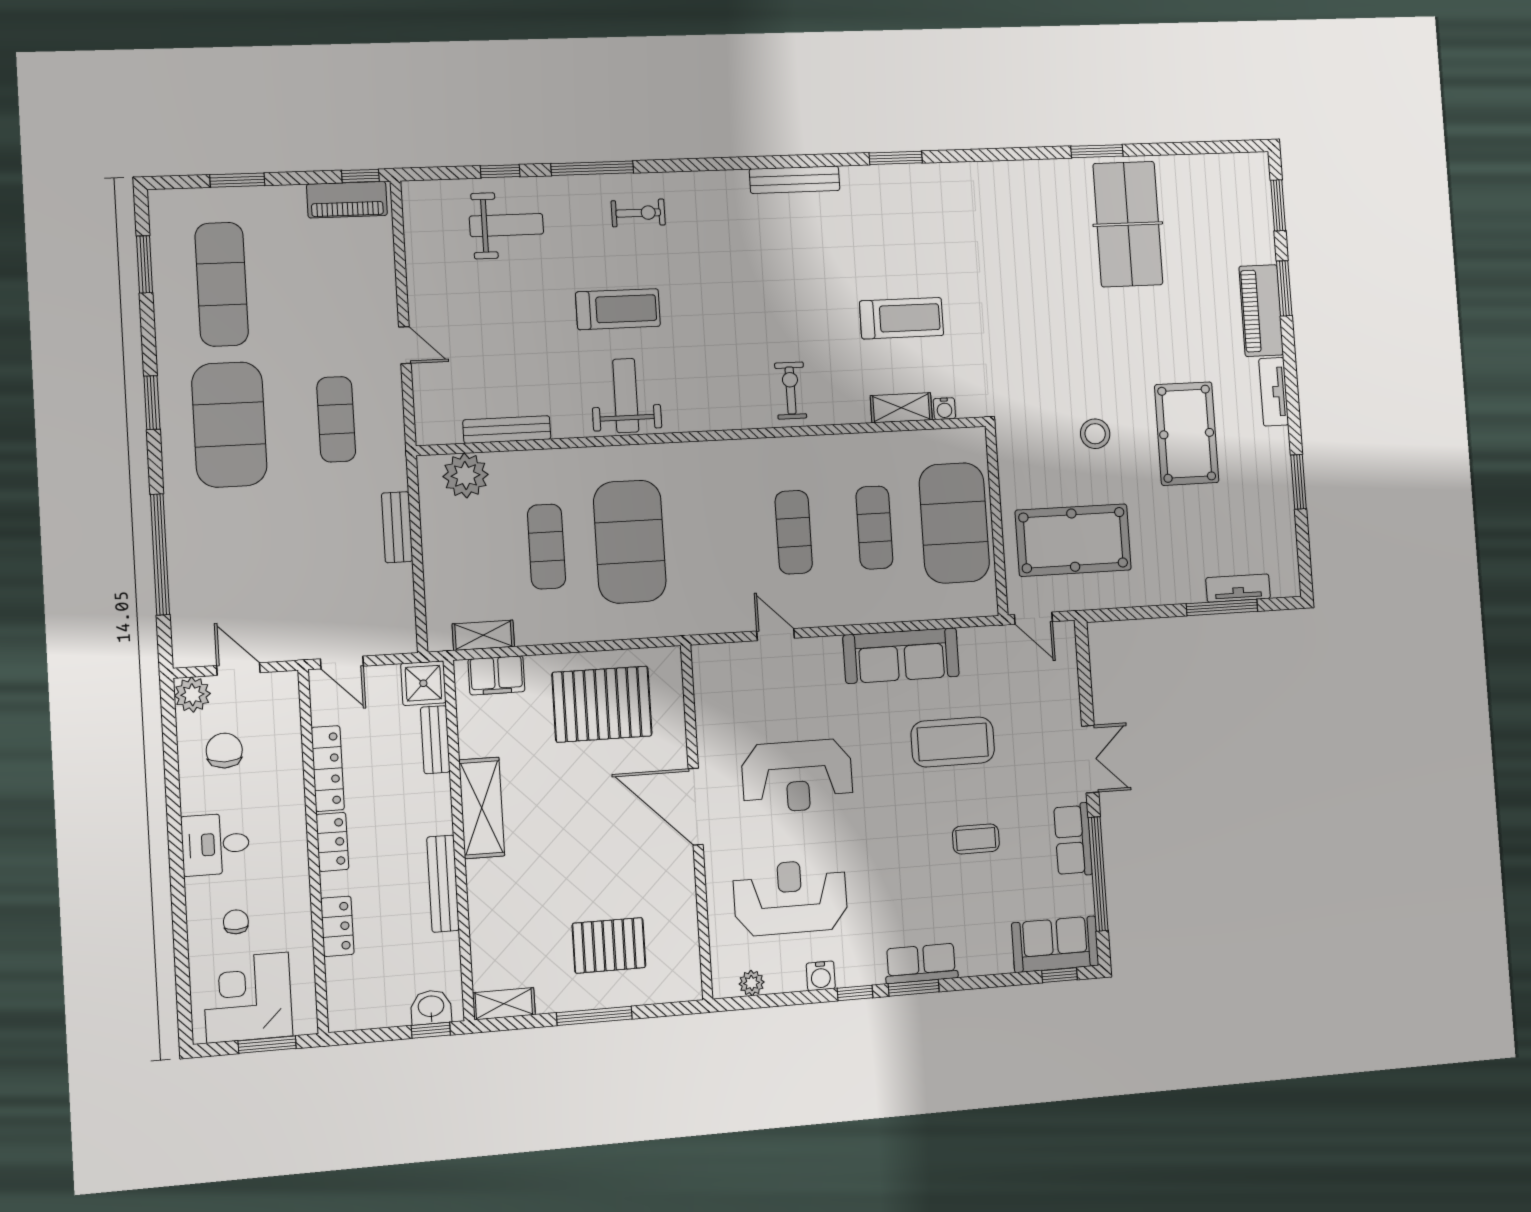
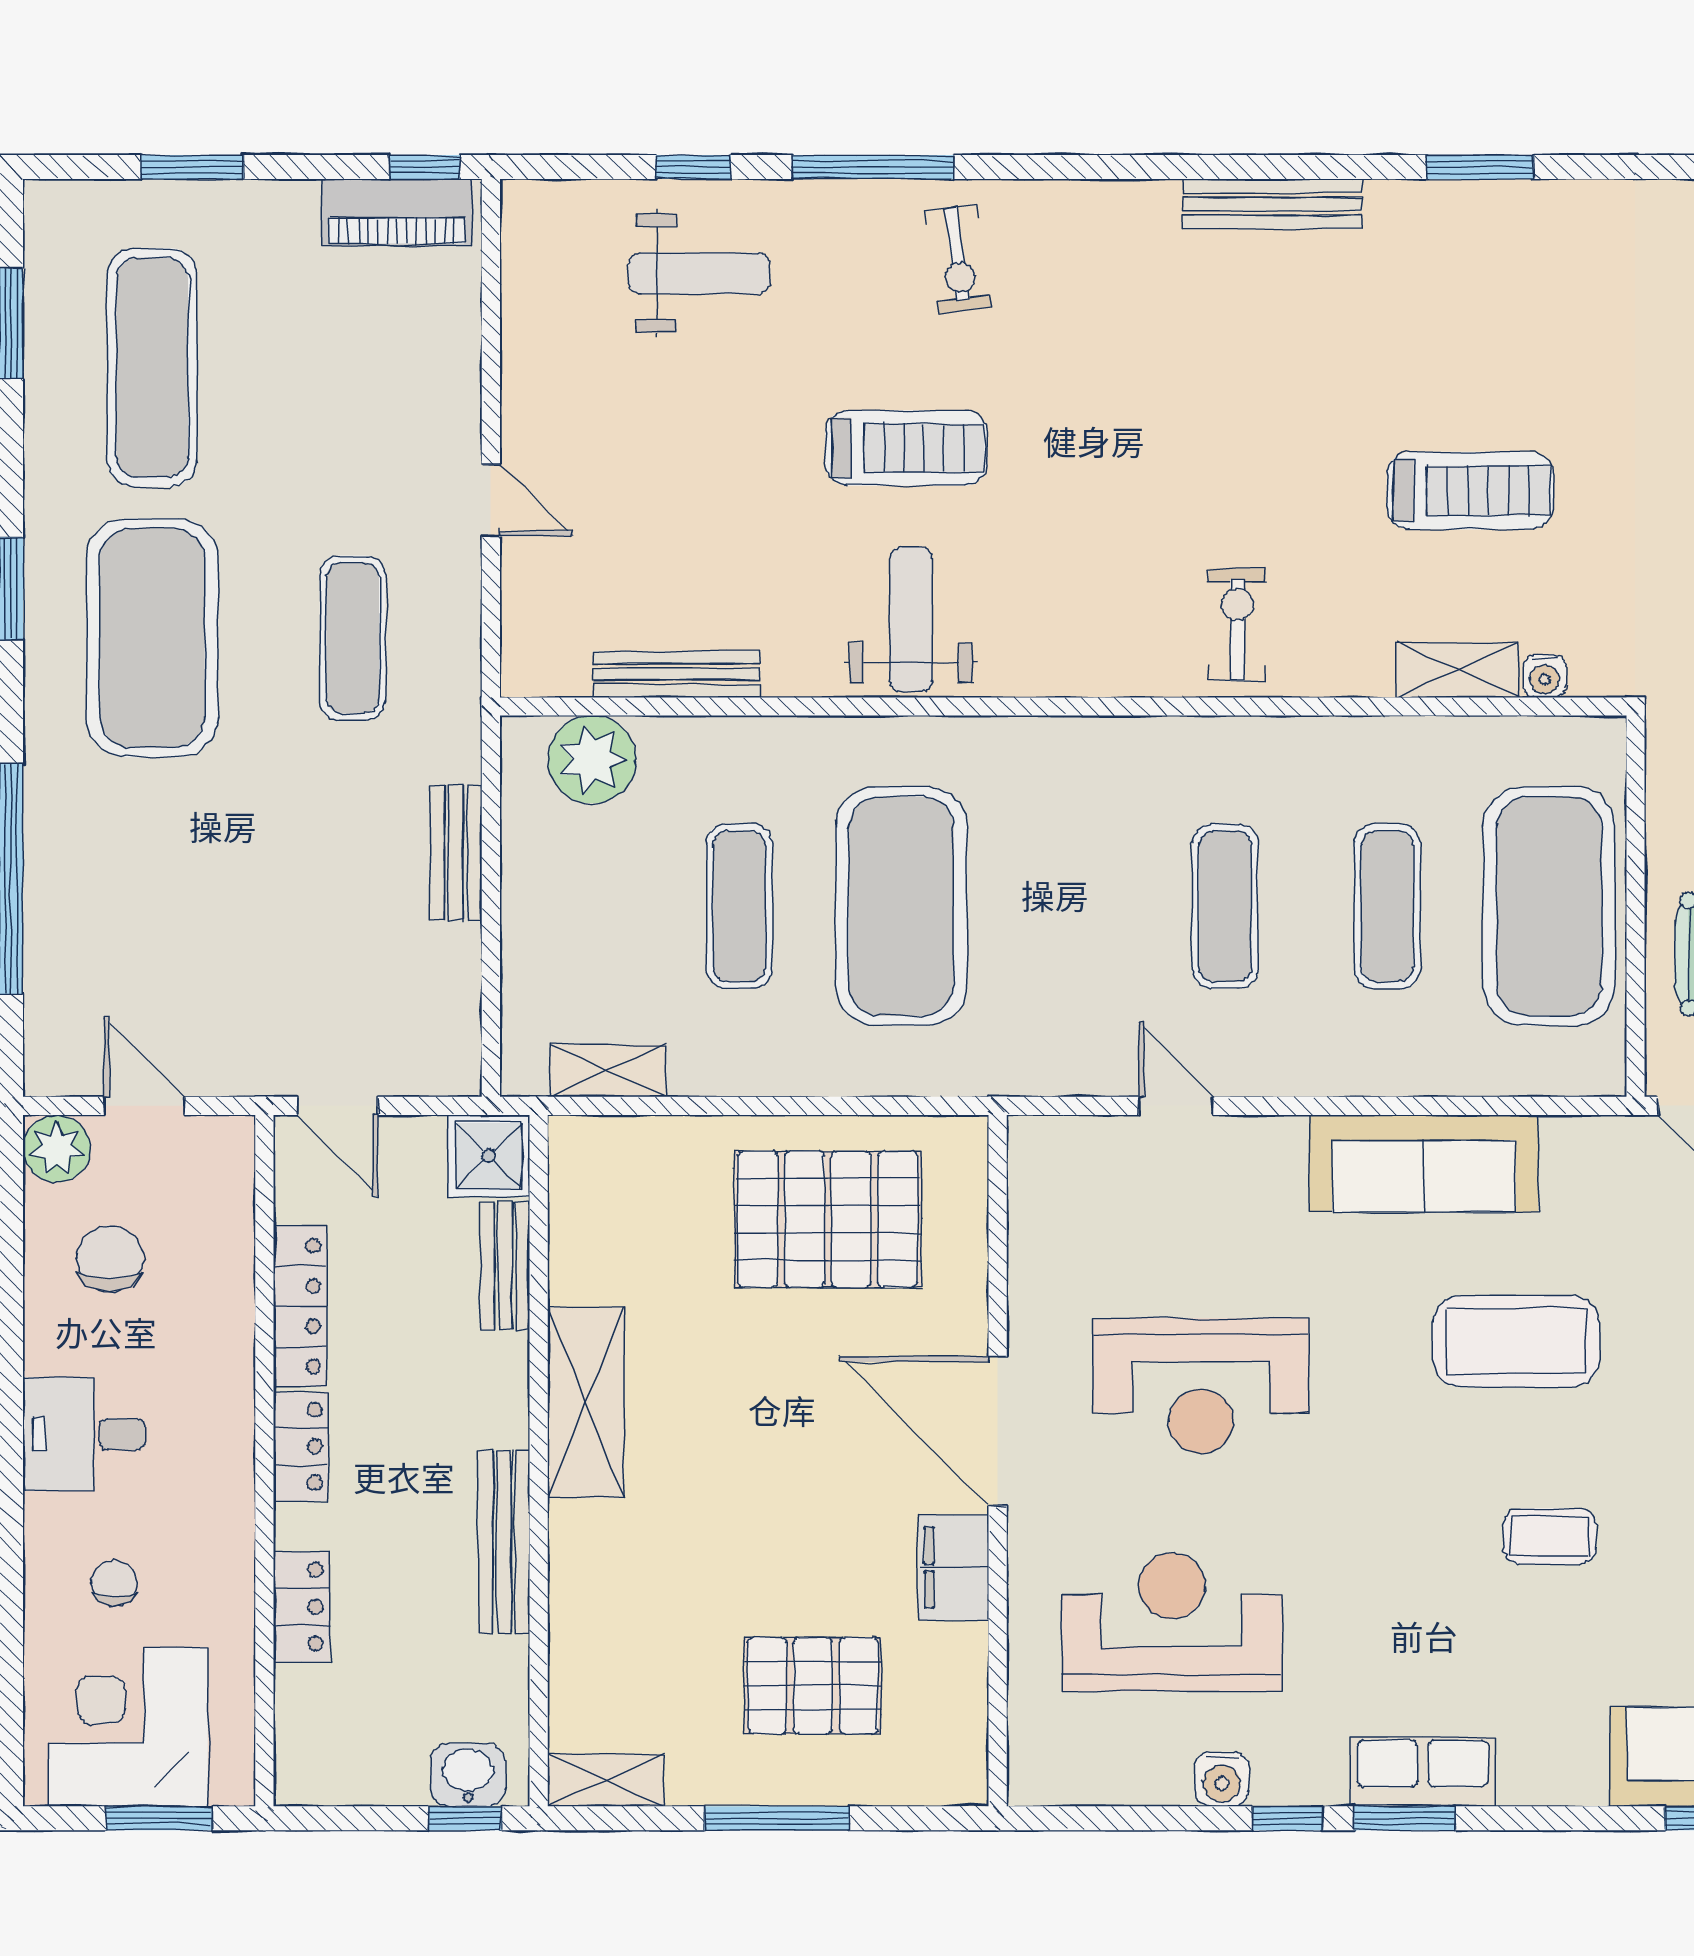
exercise bike: (638, 213) -> (958, 259), turned 82
filing cabinet: (496, 675) -> (954, 1568), moved, turned 90
plant: (752, 983) -> (1085, 1781), removed

